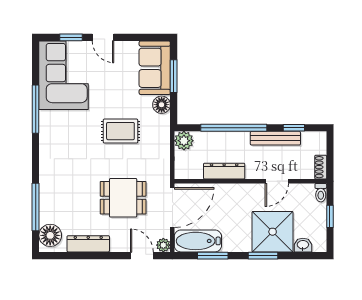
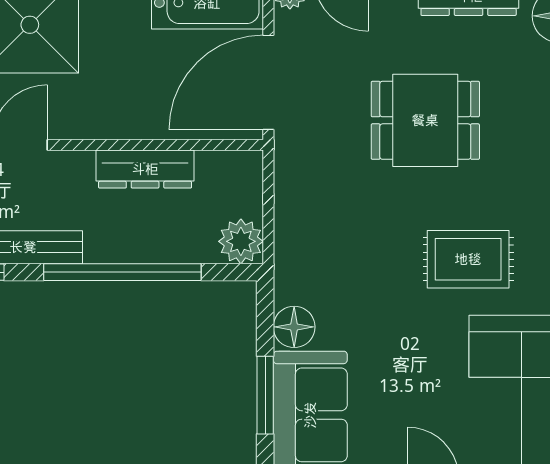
rug: (120, 131) -> (468, 259), moved
dining table: (123, 198) -> (425, 120), moved

